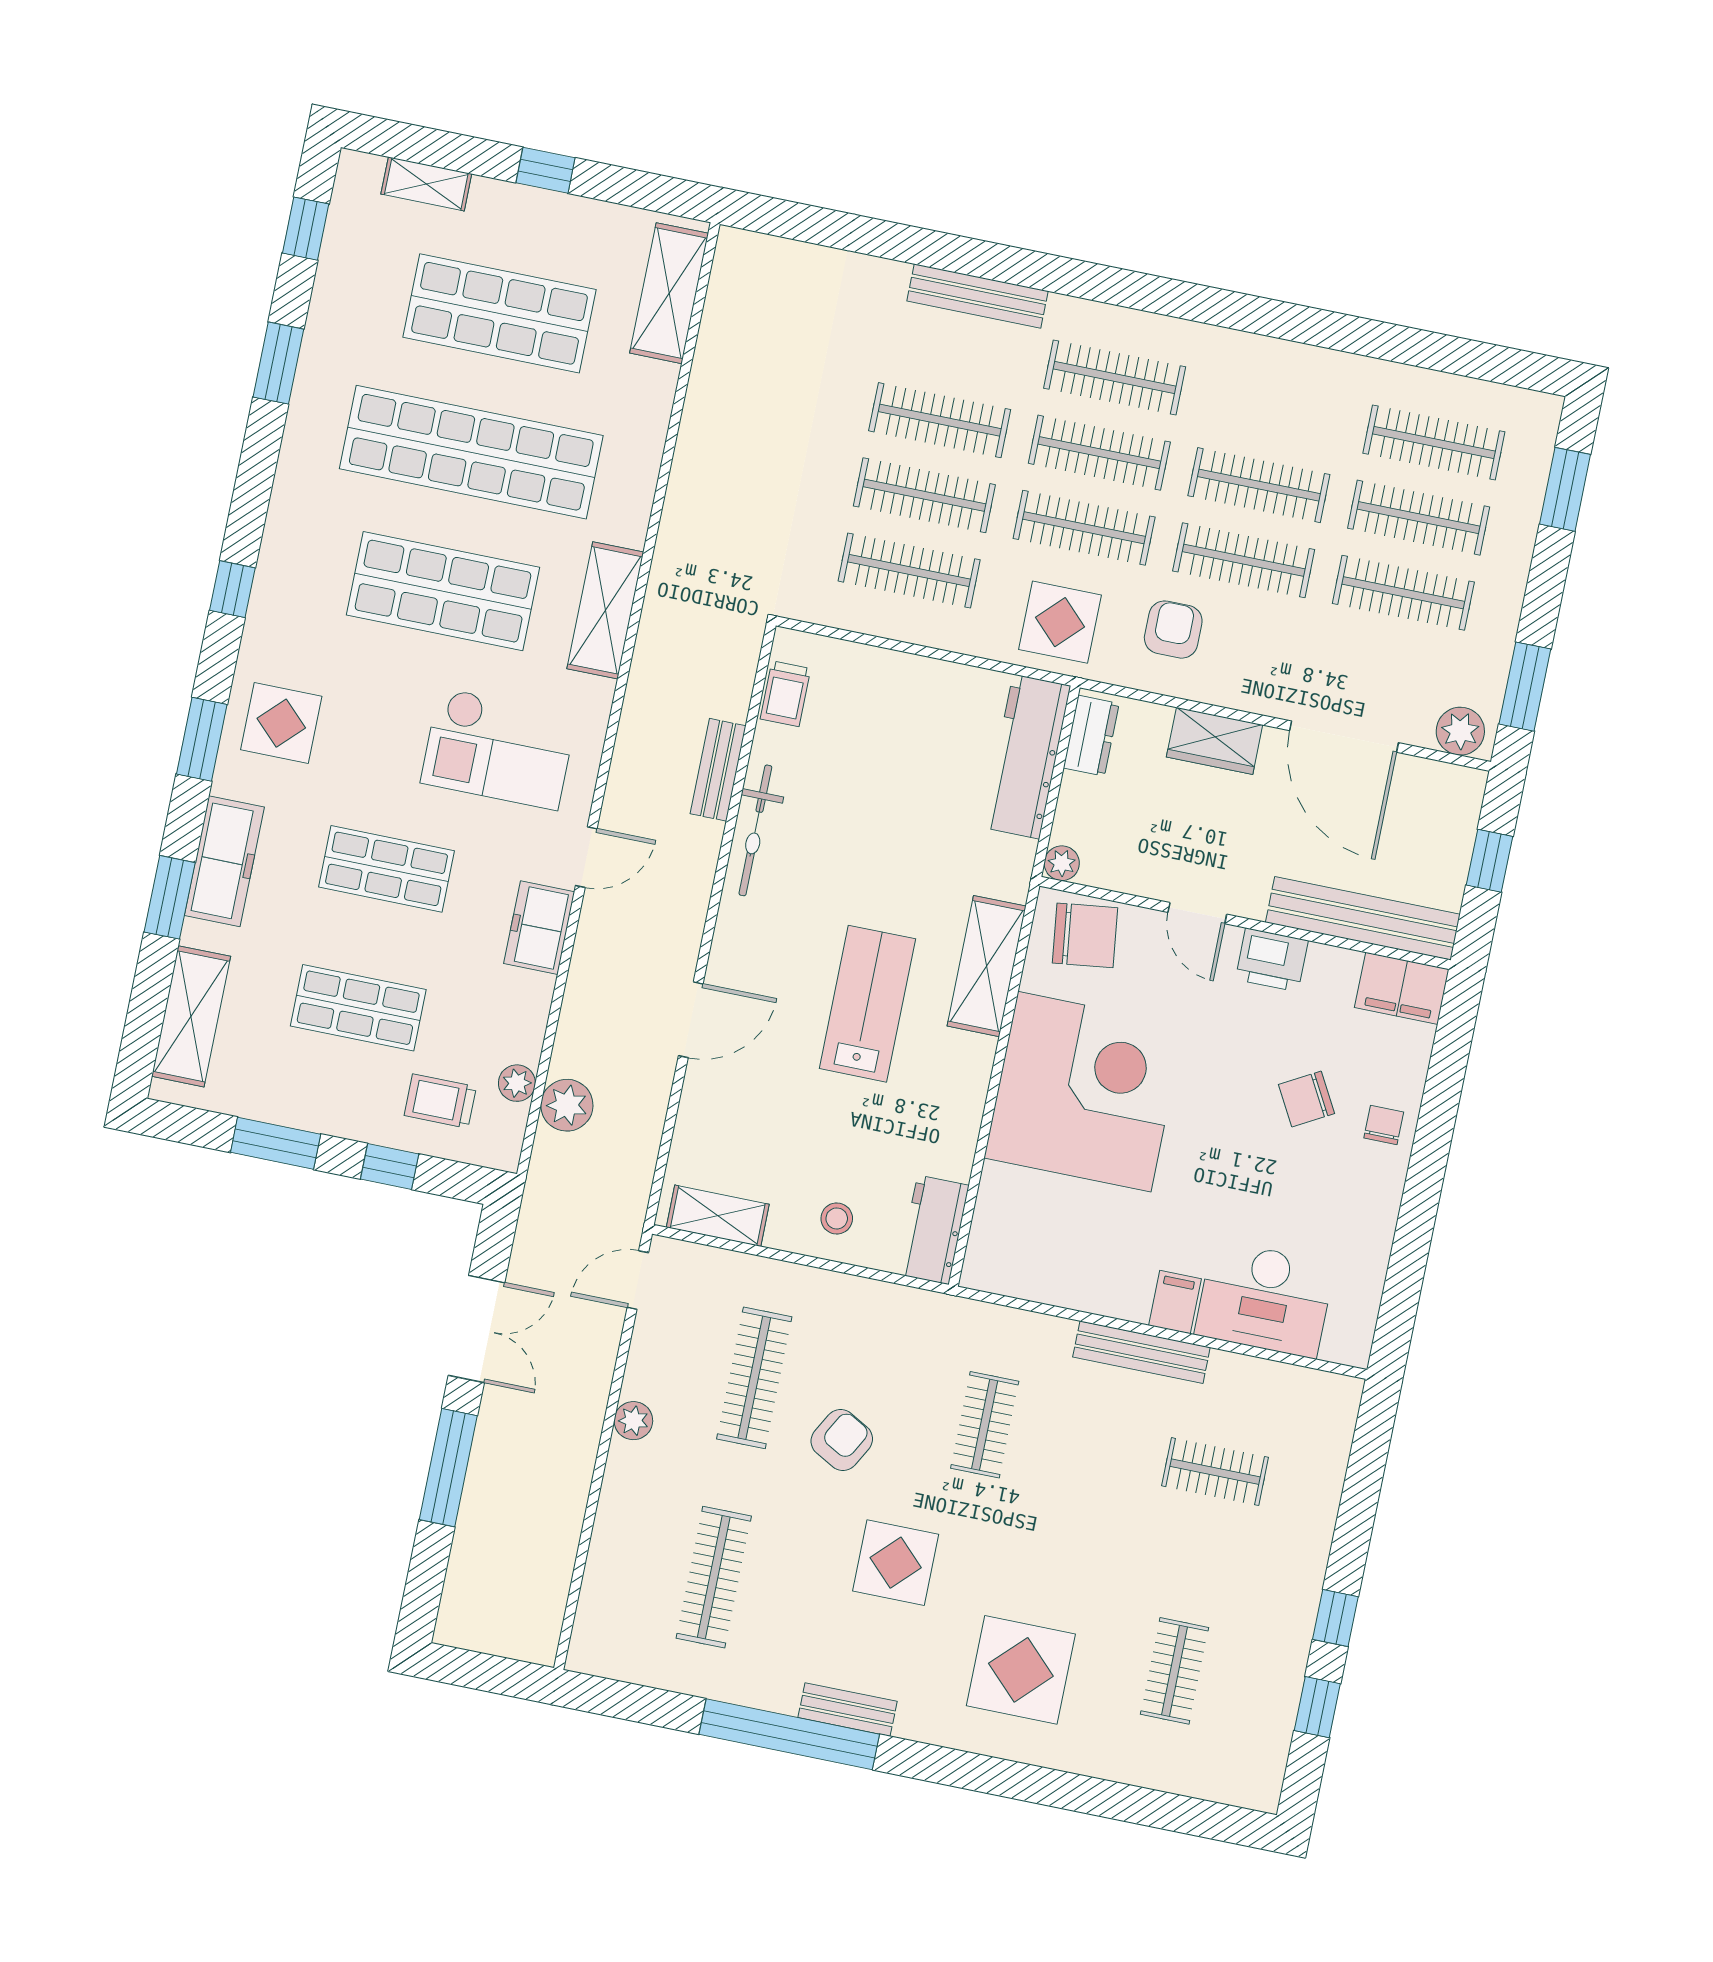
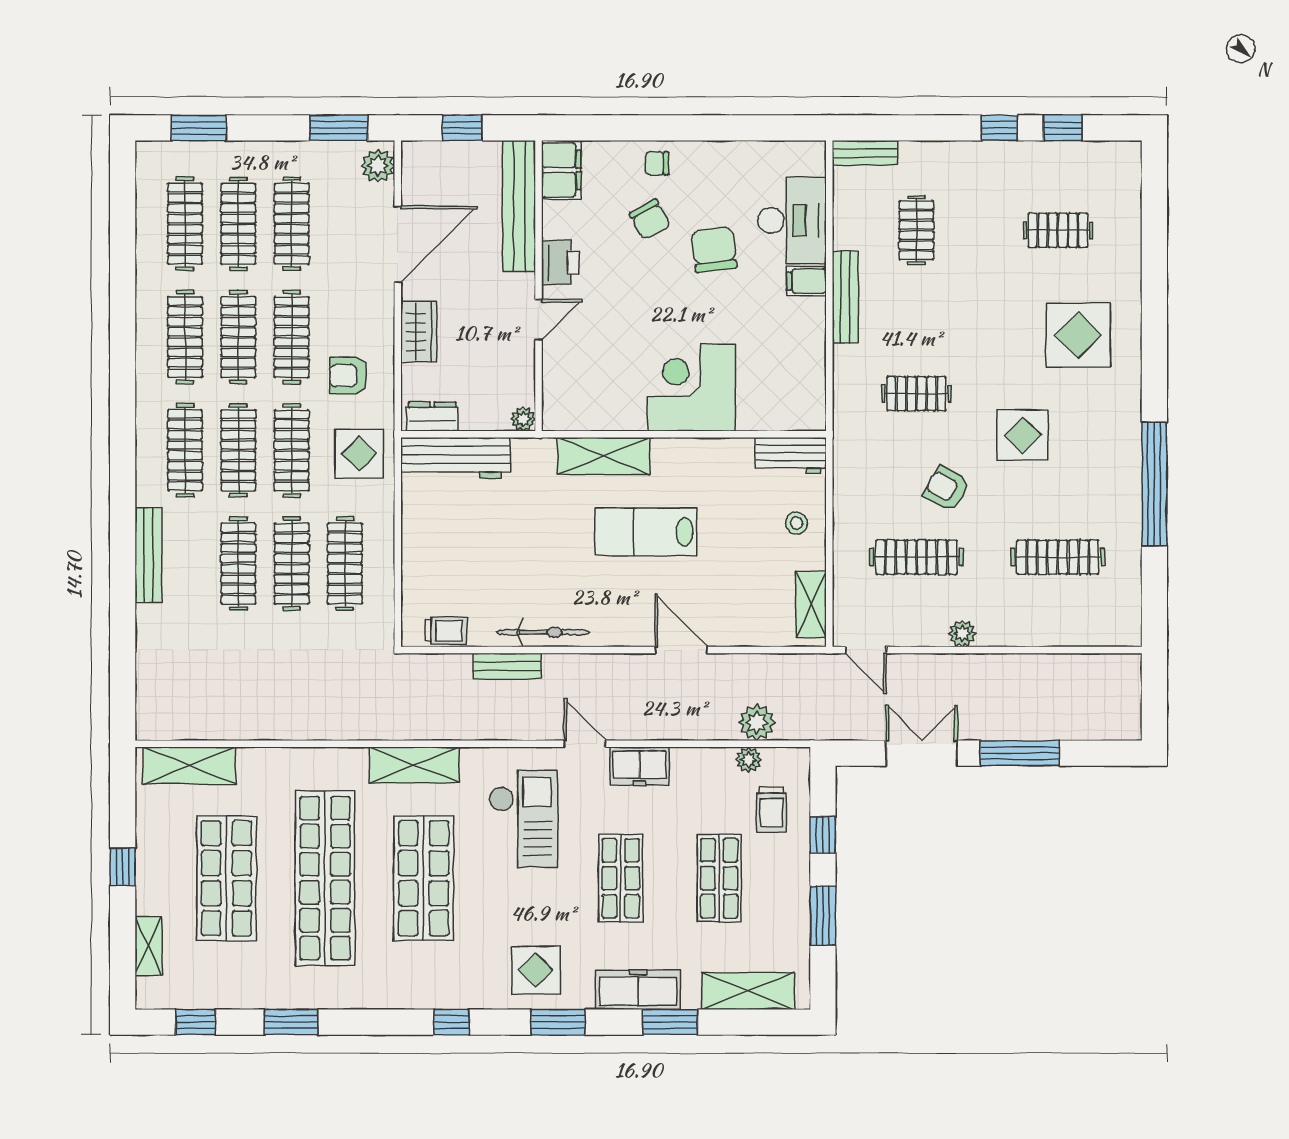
clothes rail: (1274, 410) -> (185, 337), added
chair: (1085, 935) -> (714, 250), moved
corner desk: (1084, 1092) -> (691, 388), width x0.74, depth x0.74
bench: (848, 1709) -> (865, 153), moved, turned 90

